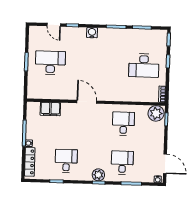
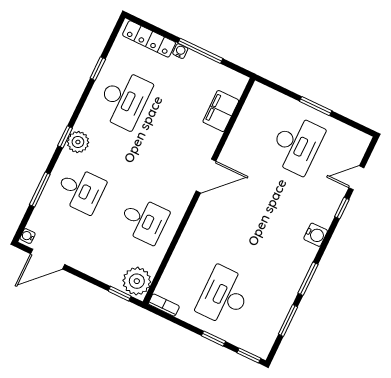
desk: (66, 161) -> (124, 99), width x1.37

